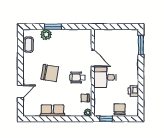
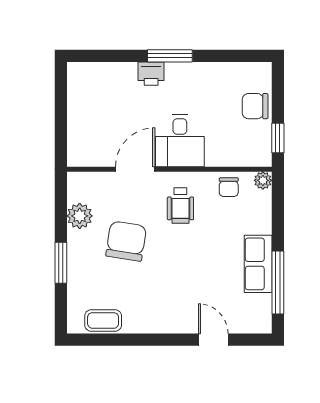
plant: (46, 35) -> (80, 216), moved
window: (141, 45) -> (170, 56), moved
chair: (50, 73) -> (126, 241), moved
printer: (133, 91) -> (151, 74), moved
window: (45, 119) -> (278, 282), added

